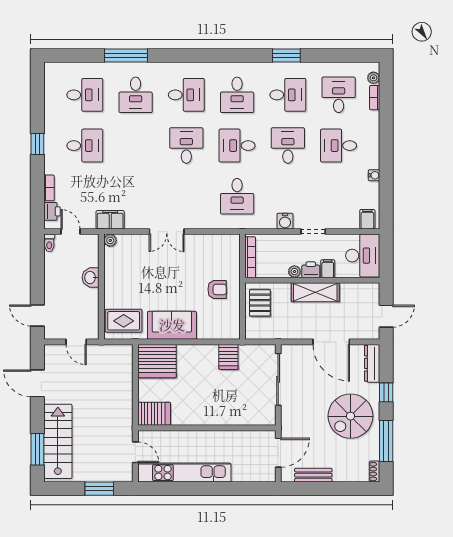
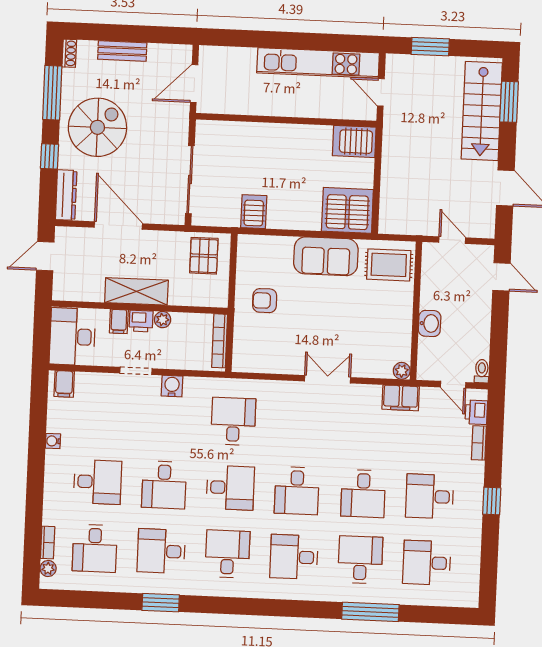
desk: (136, 146) -> (363, 493), added
pallet: (260, 303) -> (204, 256), moved
bench: (313, 475) -> (122, 51), moved

